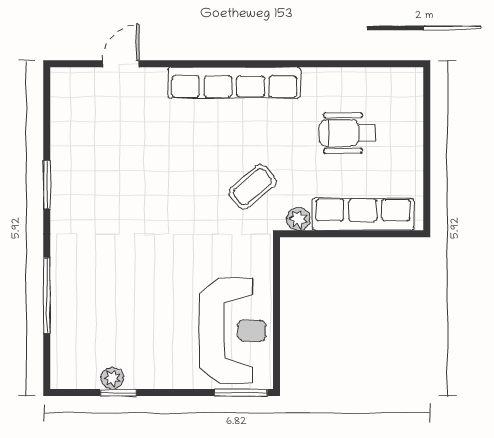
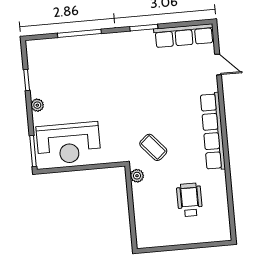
row of seats: (363, 214) -> (184, 36), moved, turned 90
plant: (112, 378) -> (37, 105), moved

